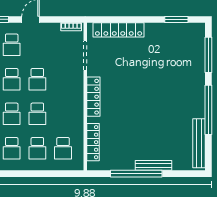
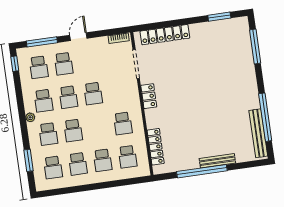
locker: (93, 97) -> (149, 96), width x0.66
window: (208, 110) -> (265, 117), moved
school desk: (37, 114) -> (123, 123), moved

